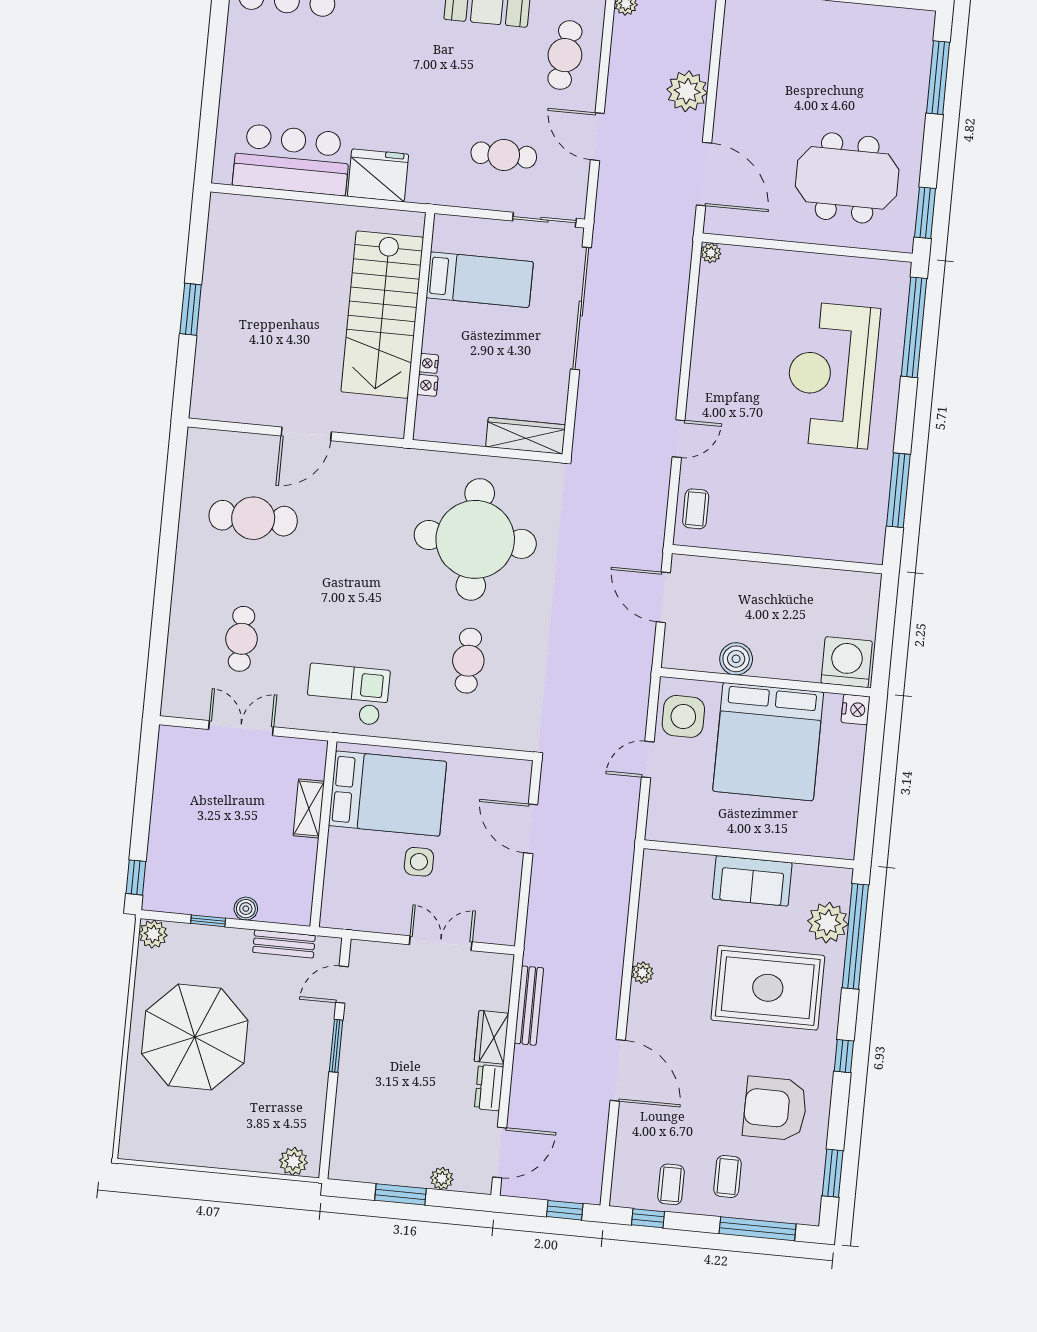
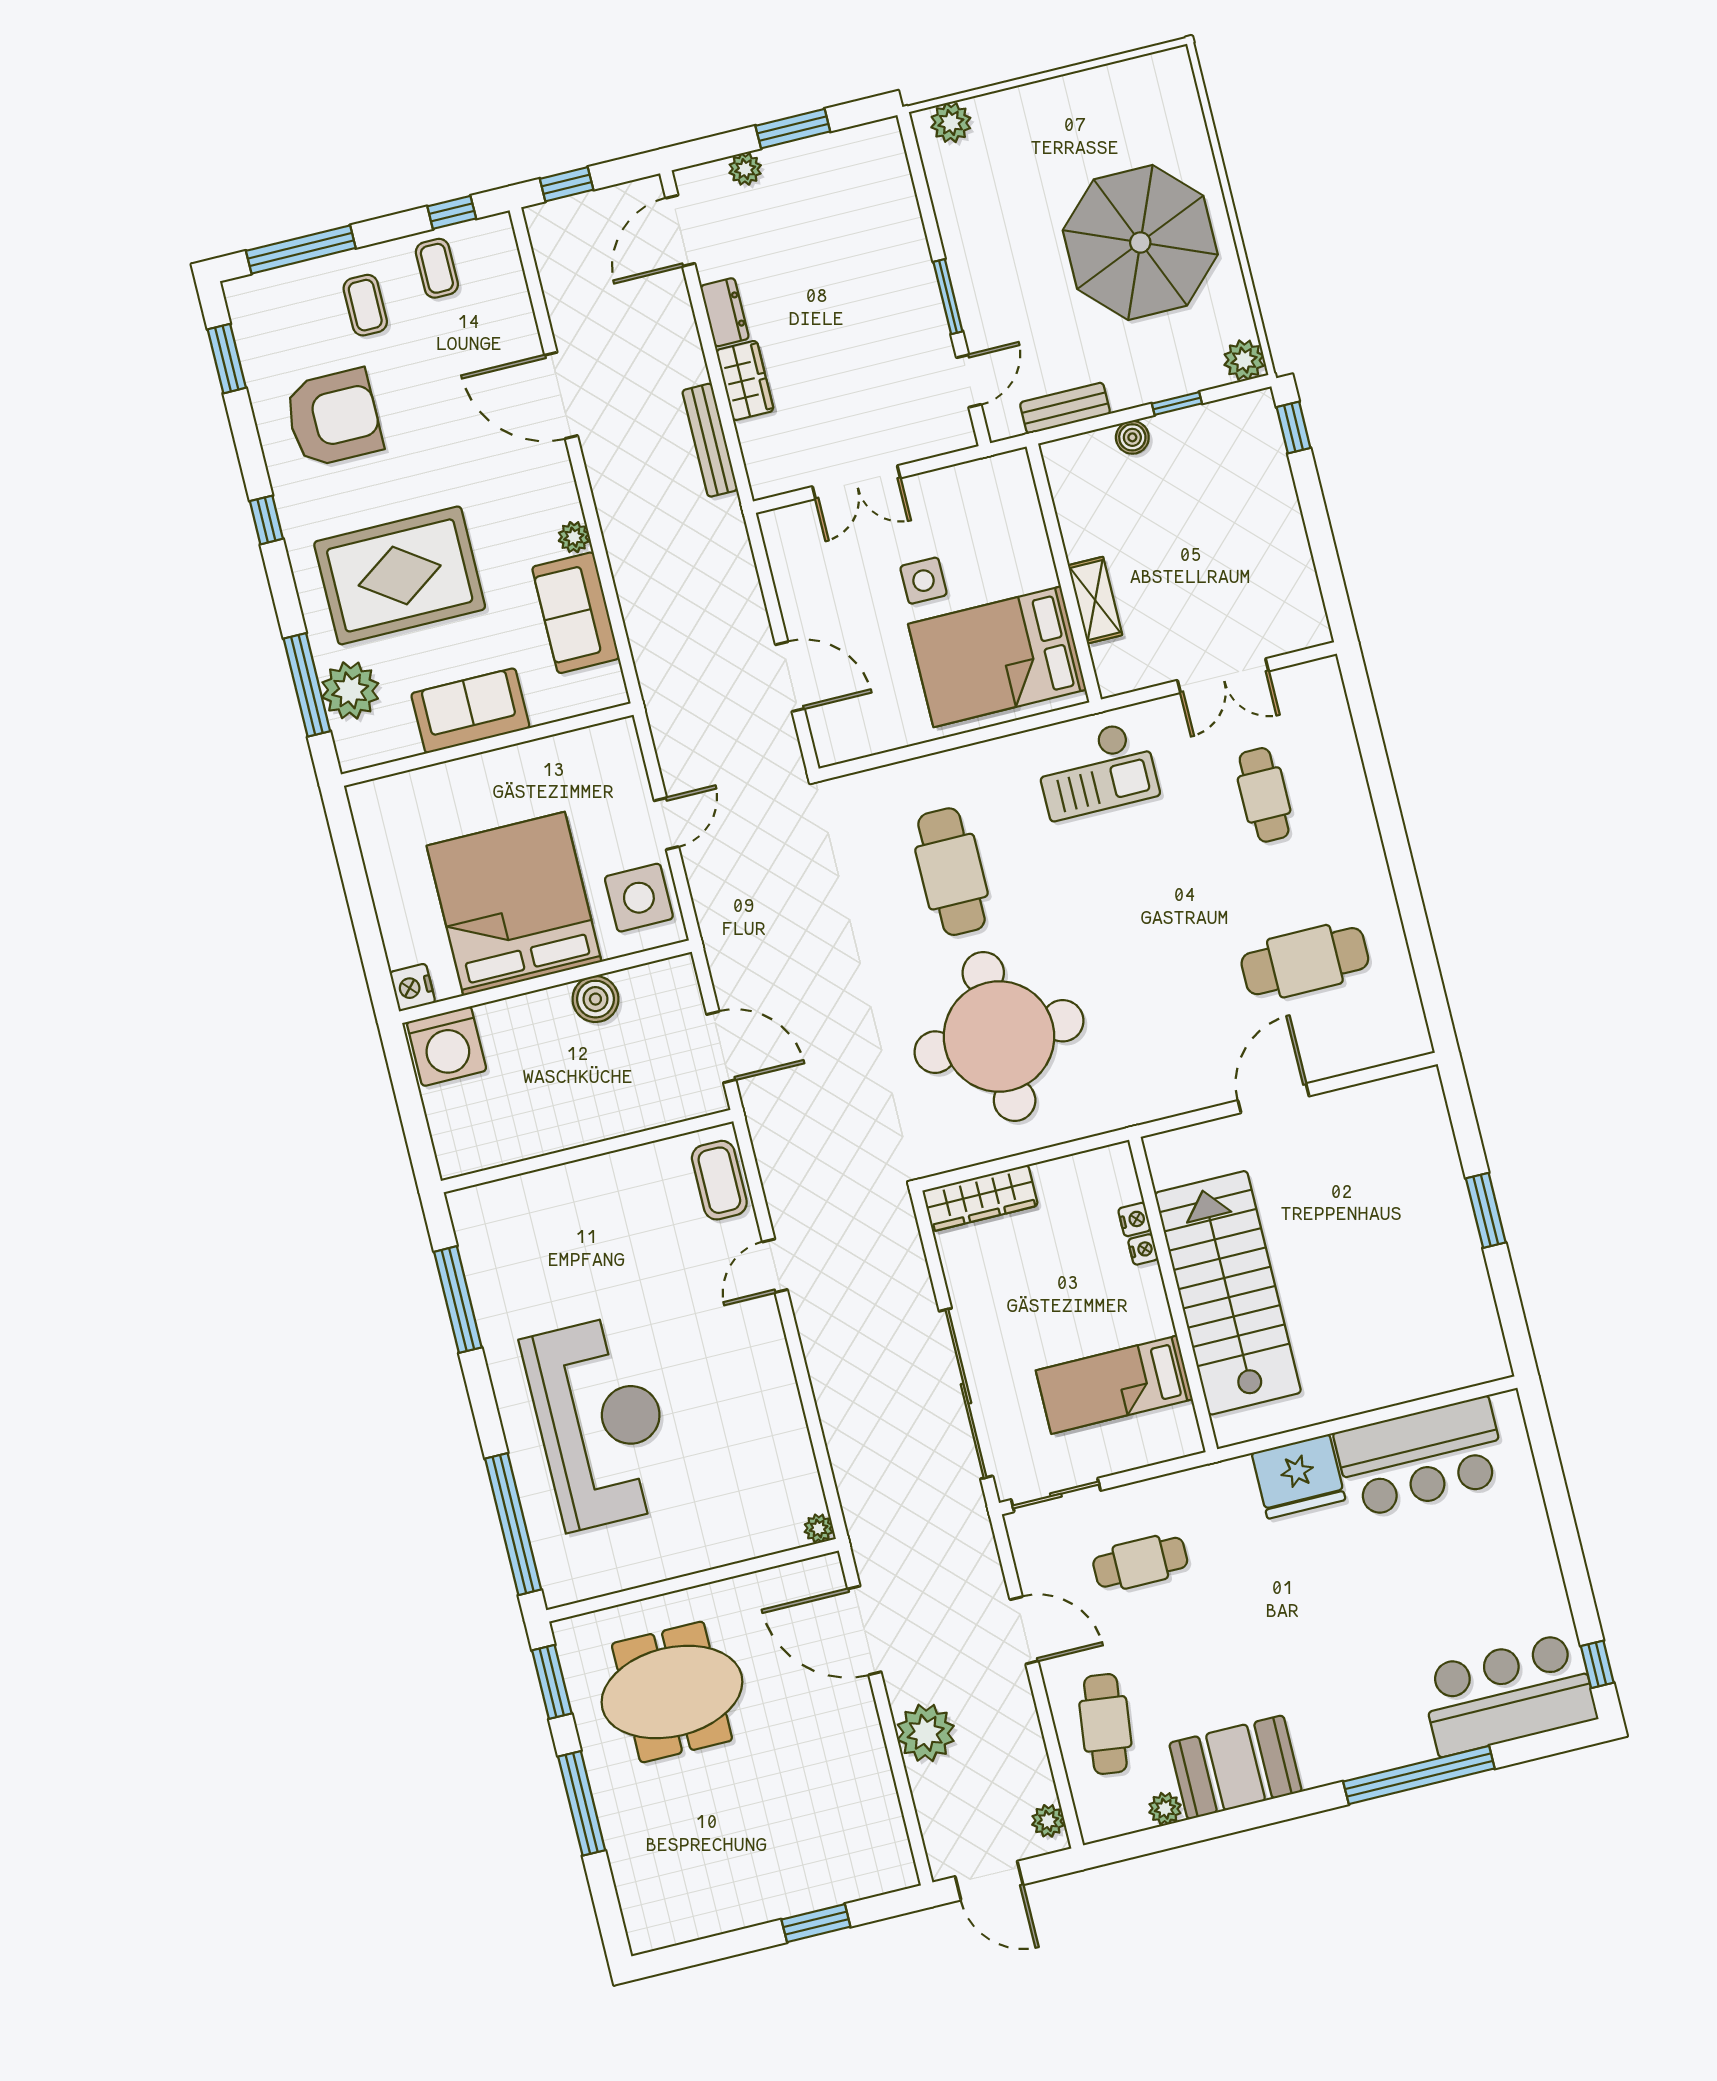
window: (938, 78) -> (582, 1803), moved
coffee table: (696, 509) -> (719, 1180), width x1.36, depth x1.30
cafe table: (468, 661) -> (951, 872), width x1.37, depth x1.35
sofa: (659, 922) -> (576, 613), added
window: (855, 936) -> (307, 685), width x0.68

